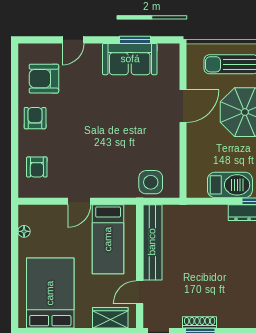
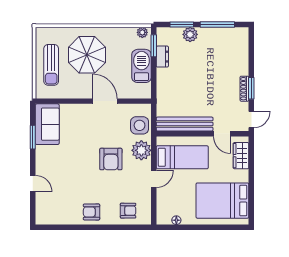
sofa: (130, 59) -> (47, 124), moved
armchair: (44, 79) -> (111, 159), moved
door: (183, 106) -> (105, 101), moved
plant: (117, 185) -> (141, 150), added
door: (79, 201) -> (154, 179), hinge flipped

